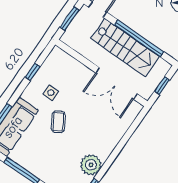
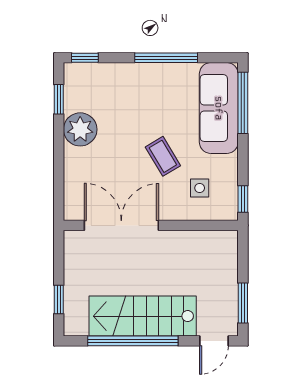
wall: (101, 73) -> (151, 225), moved
double door: (116, 83) -> (121, 225), moved

